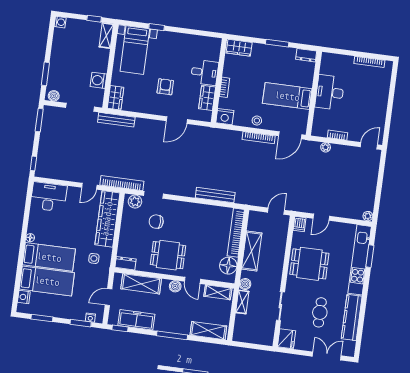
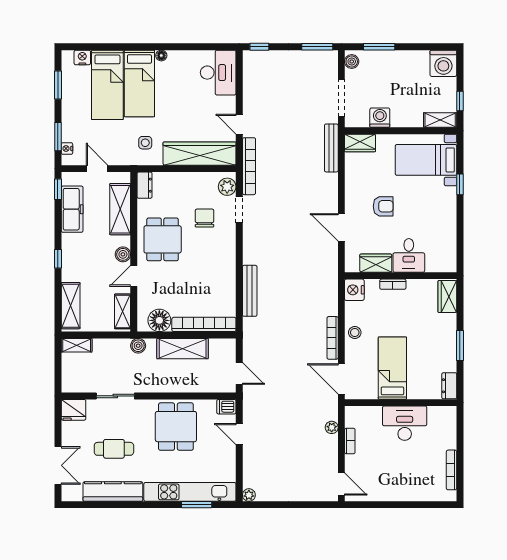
washing machine: (60, 22) -> (443, 63), width x1.89, depth x1.89
shelving: (242, 302) -> (77, 345), moved
window: (172, 335) -> (58, 259), width x0.46

